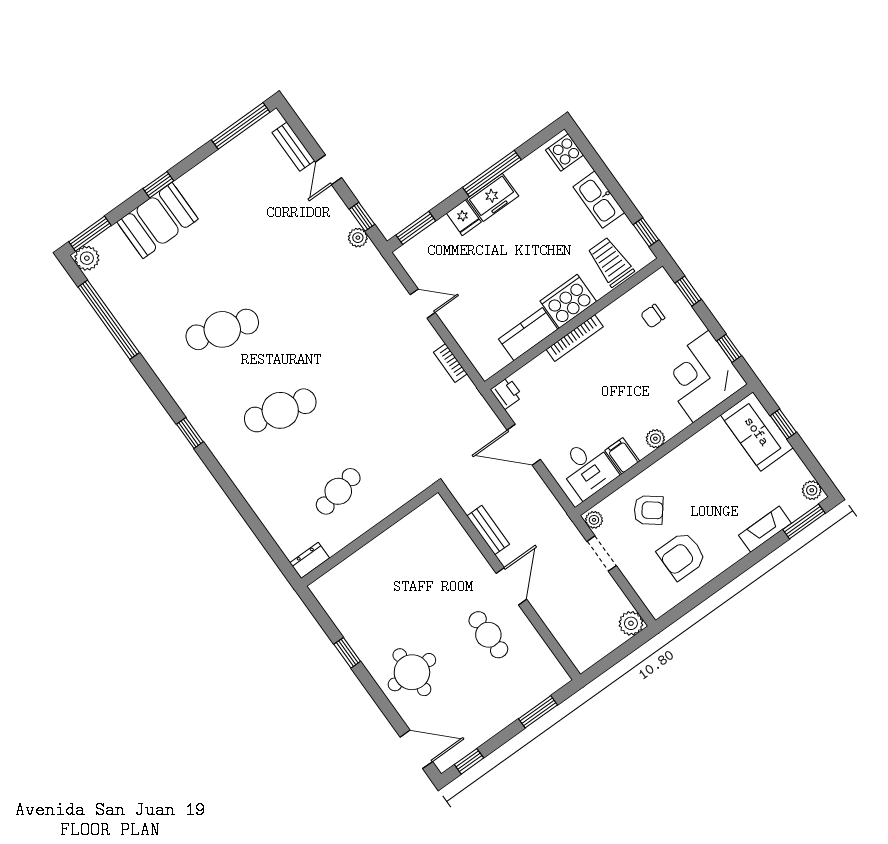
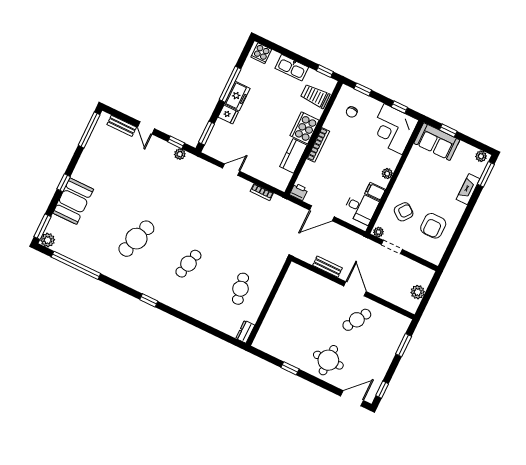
cafe table: (280, 410) -> (188, 264), width x0.73, depth x0.74
plant: (631, 623) -> (418, 292), moved
cafe table: (488, 635) -> (357, 320), turned -58

